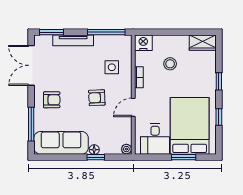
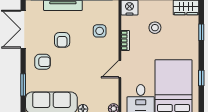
window: (219, 81) -> (201, 32), moved
armchair: (97, 98) -> (62, 40), moved, turned -87
window: (31, 124) -> (23, 85), width x0.69

